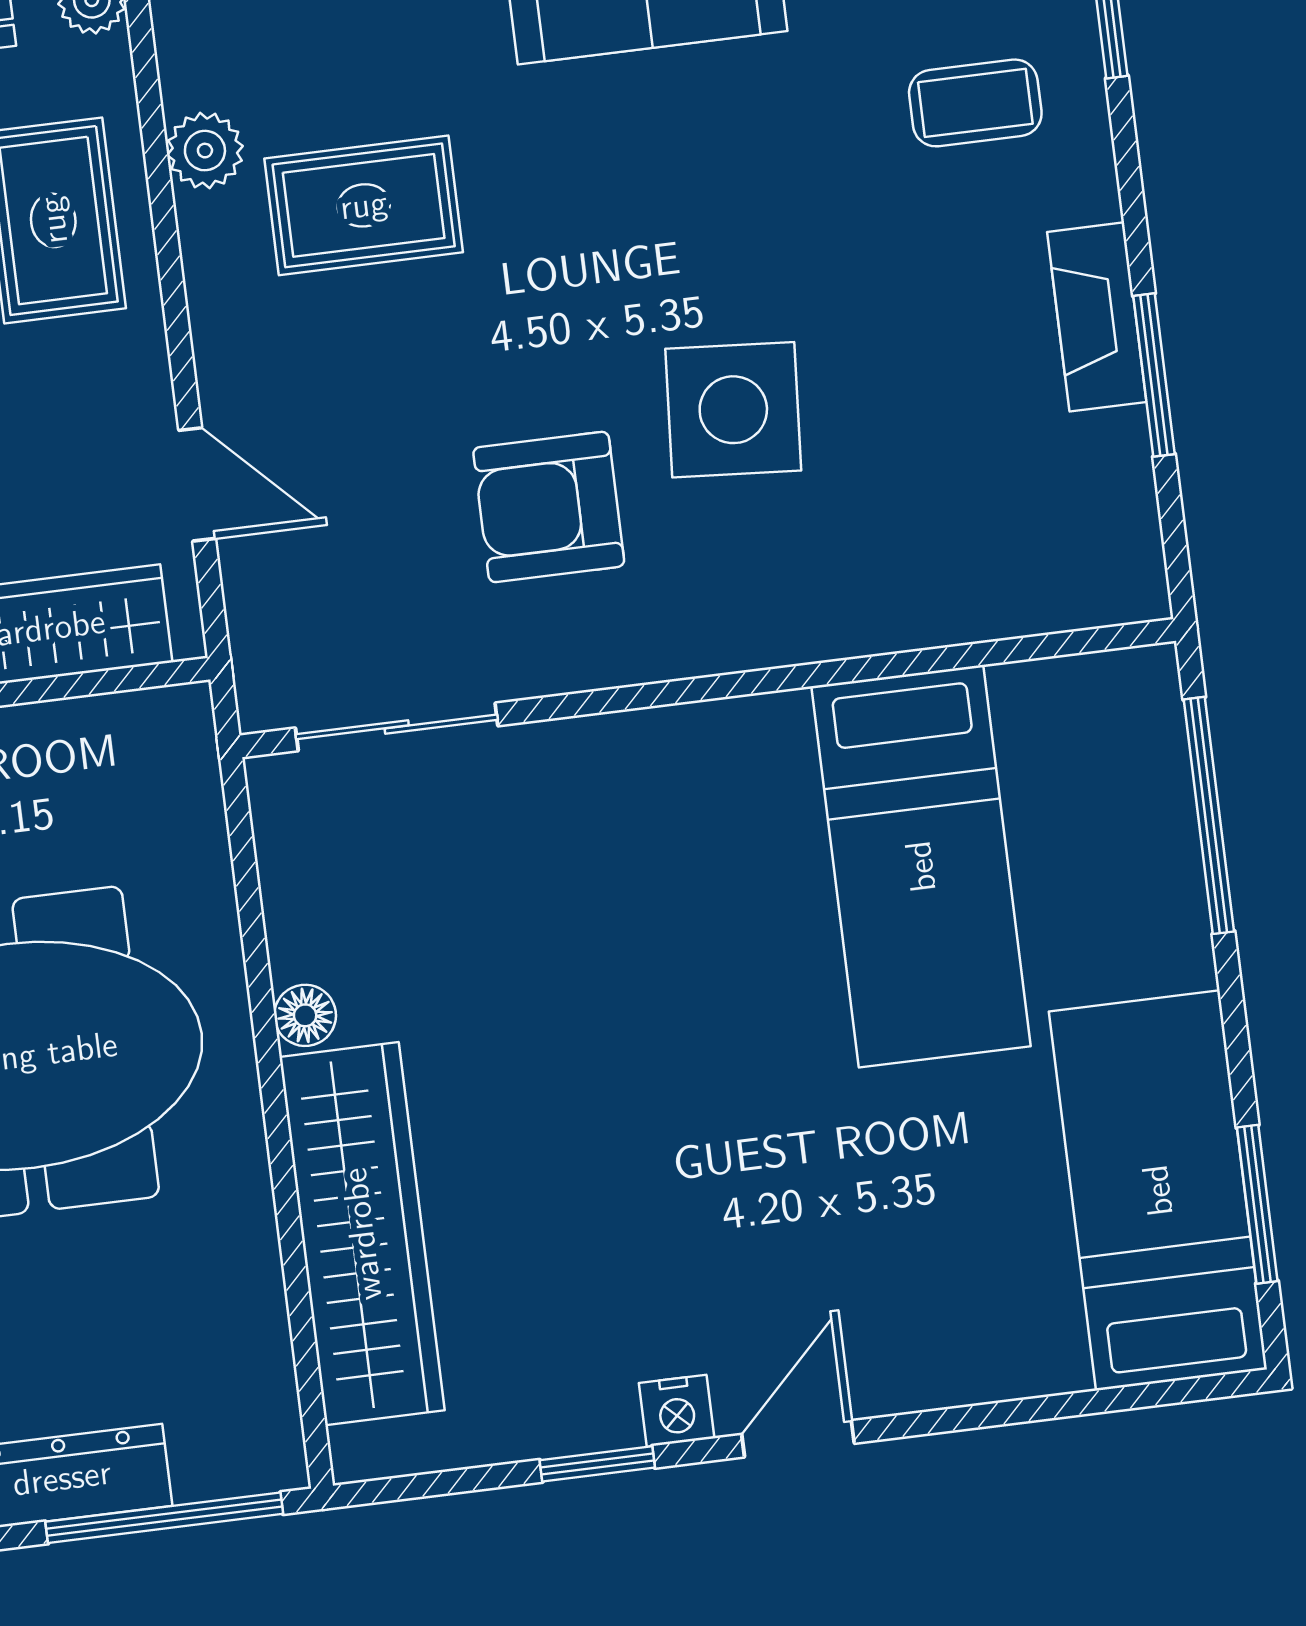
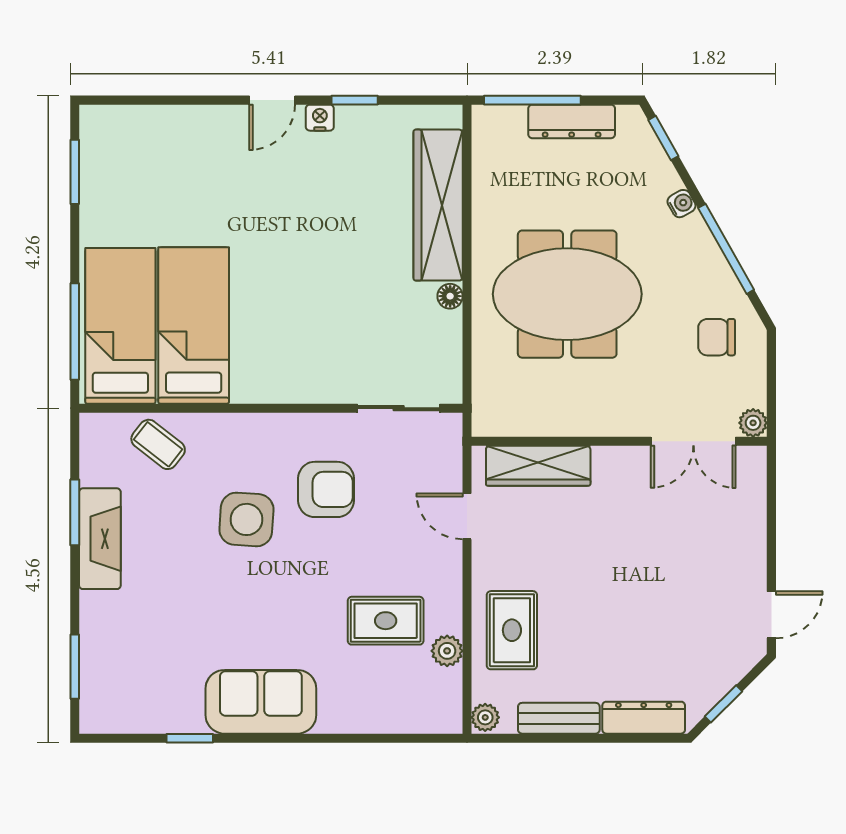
coffee table: (975, 103) -> (158, 444), moved, turned 38
fireplace: (1097, 317) -> (100, 539), width x1.37, depth x1.32
bed: (1158, 1190) -> (120, 326), moved, turned 180

